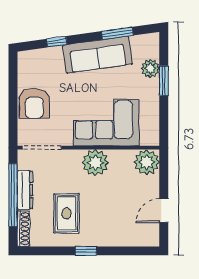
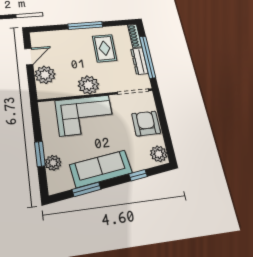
plant: (27, 64) -> (159, 154), added
plant: (147, 162) -> (45, 75), moved
window: (86, 251) -> (85, 25), width x2.17

